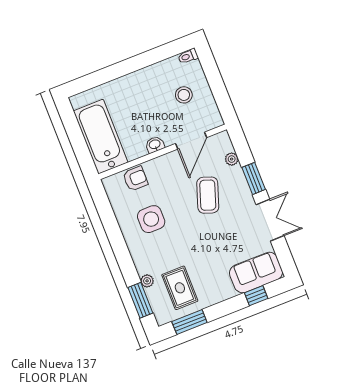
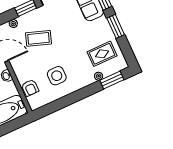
armchair: (135, 179) -> (30, 88), turned 180
window: (189, 322) -> (116, 26), moved

